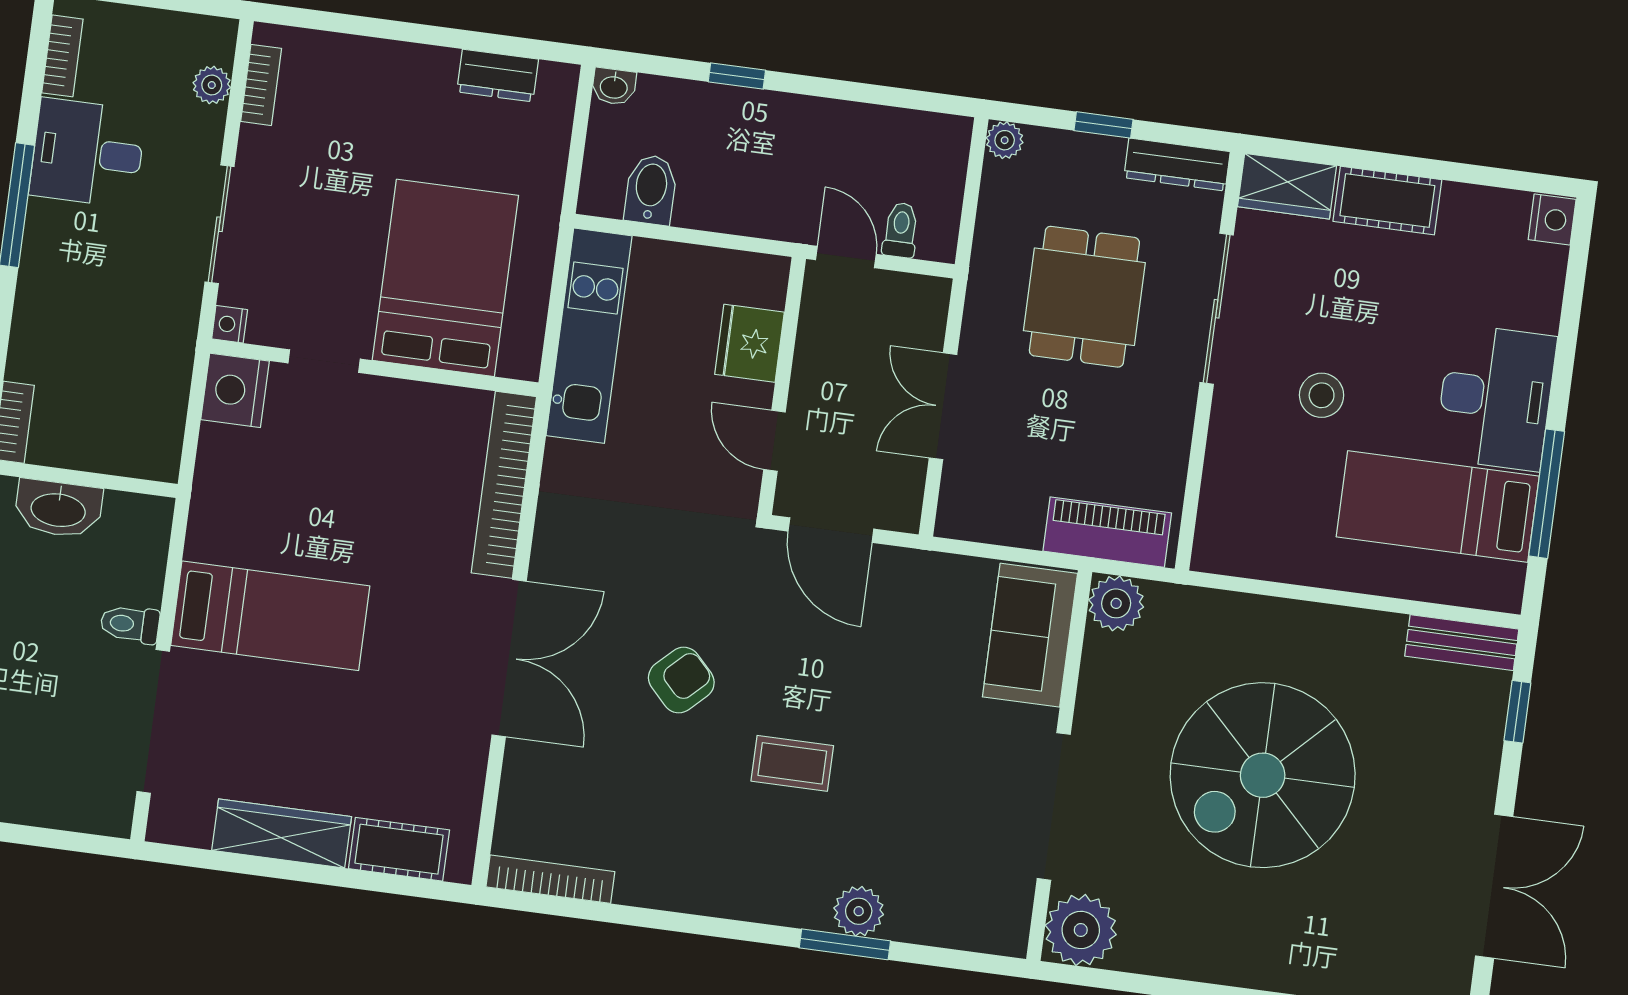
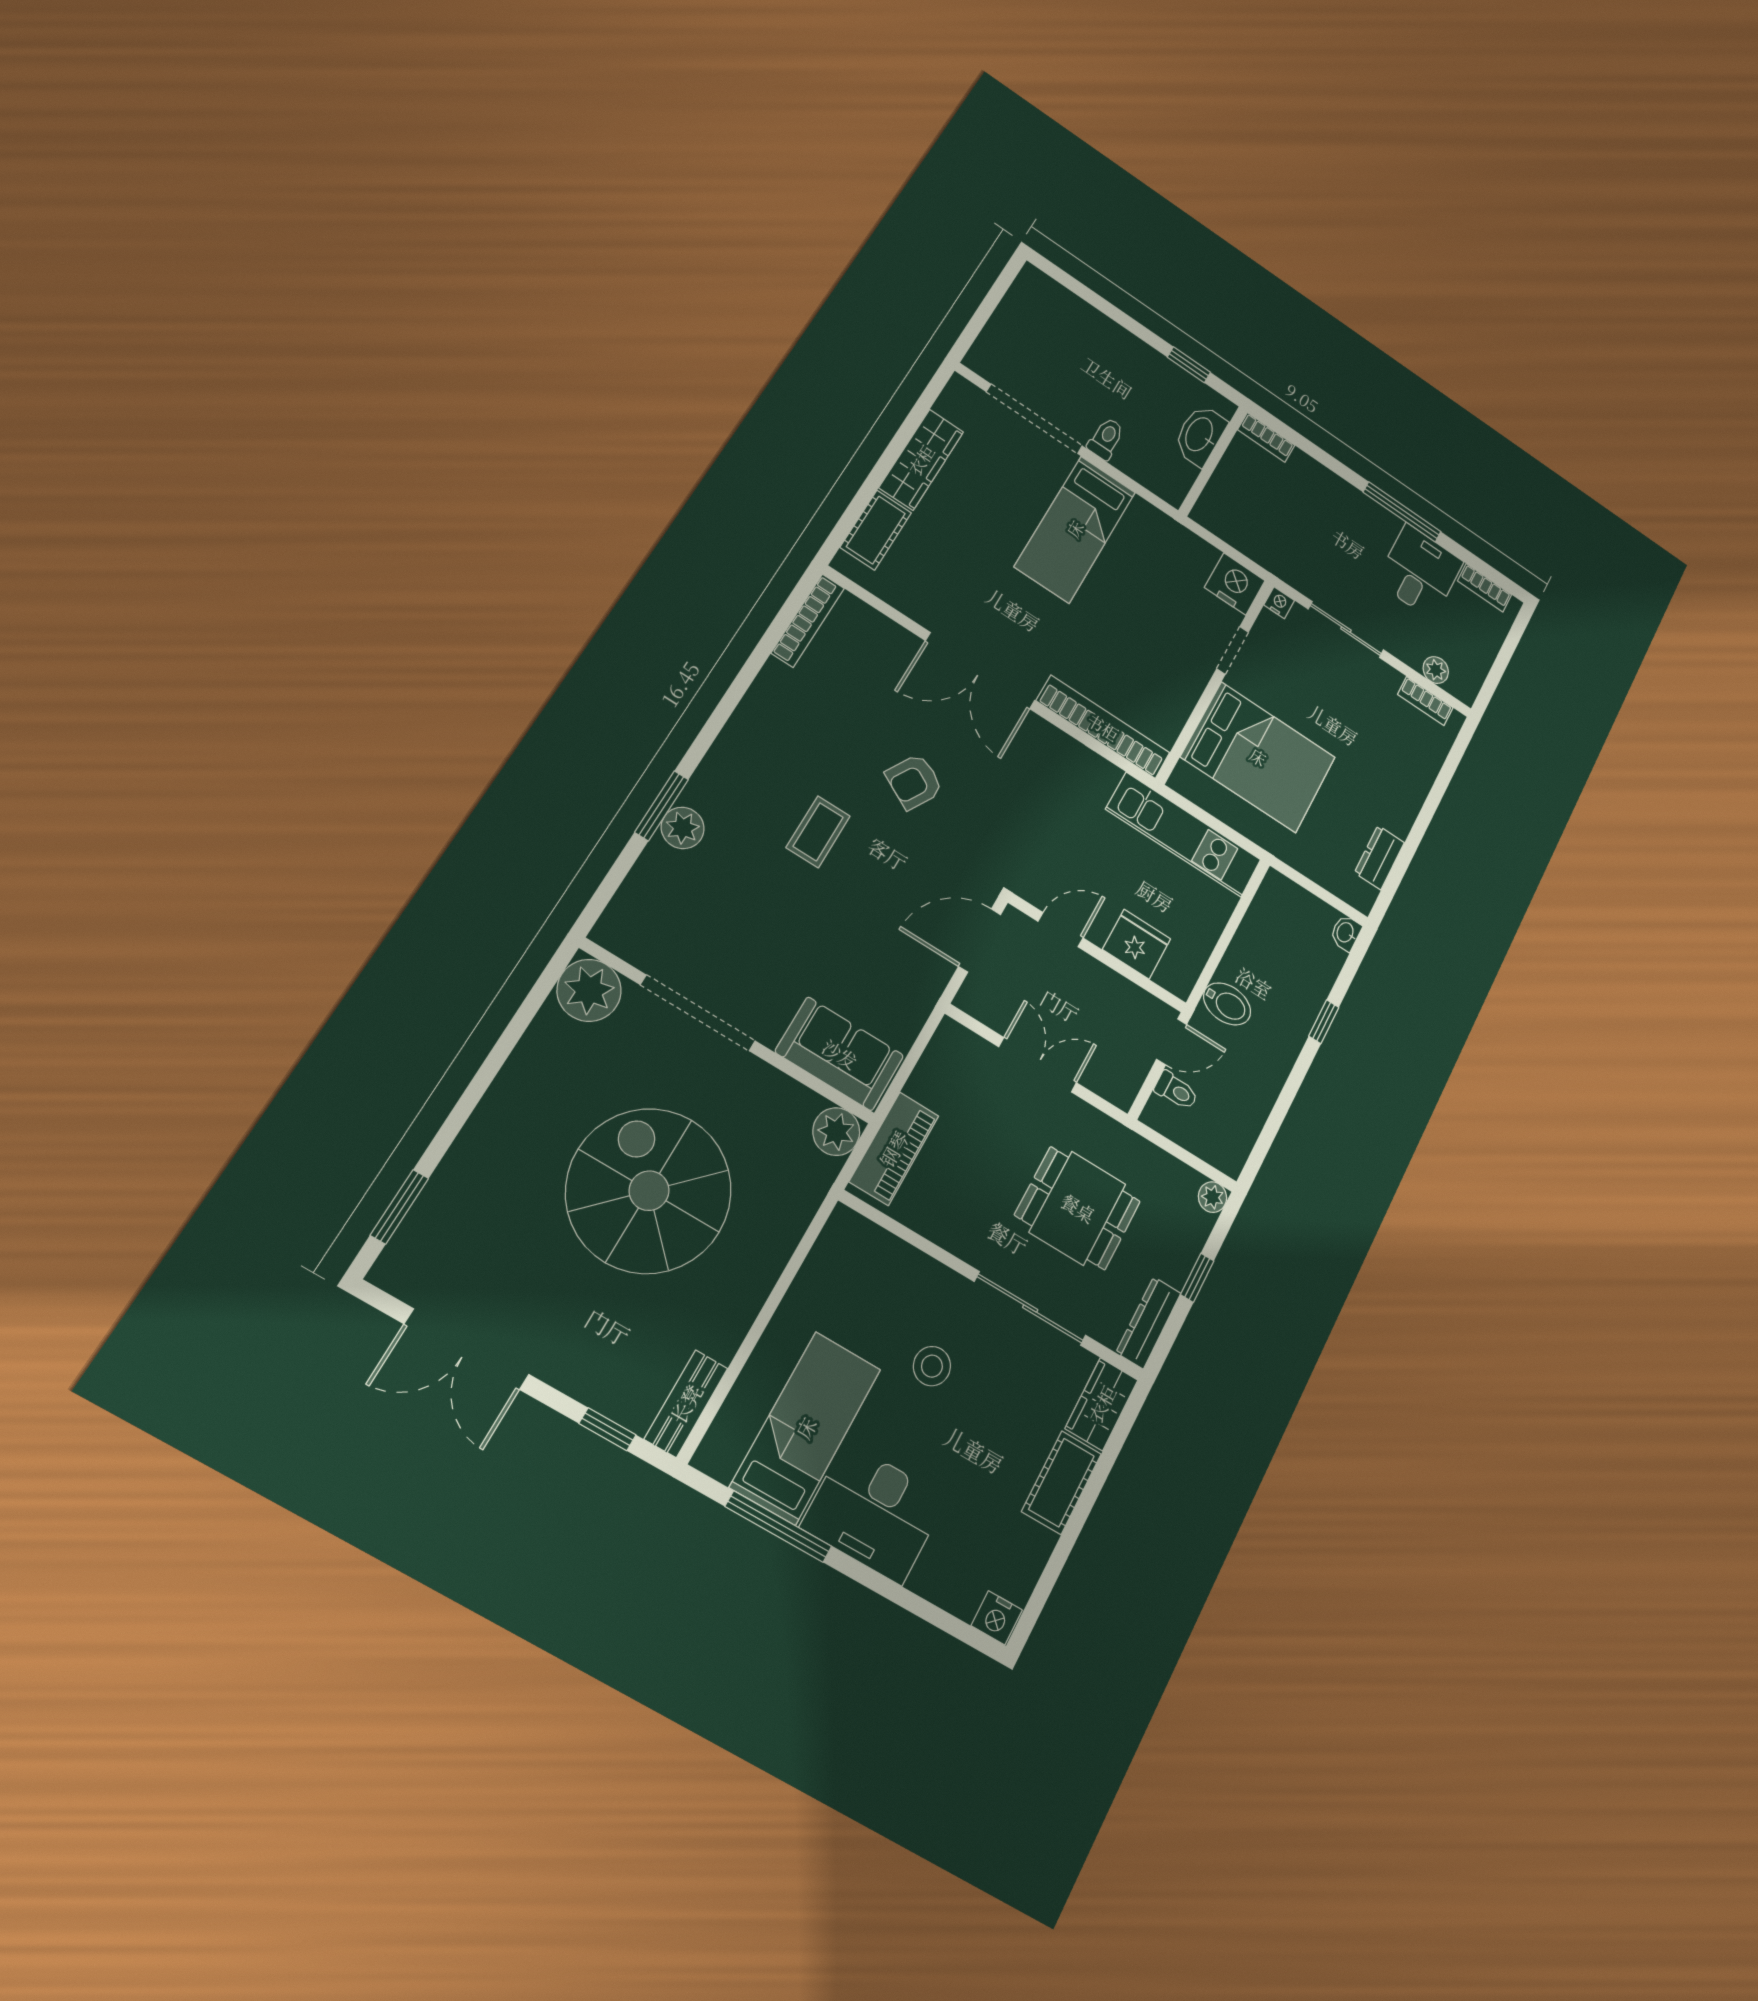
bidet: (651, 190) -> (1227, 1004), moved
armchair: (681, 680) -> (914, 782), turned 73

